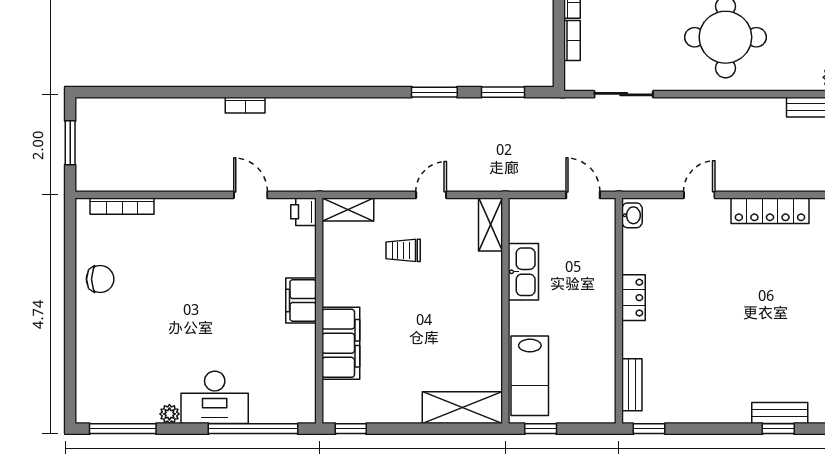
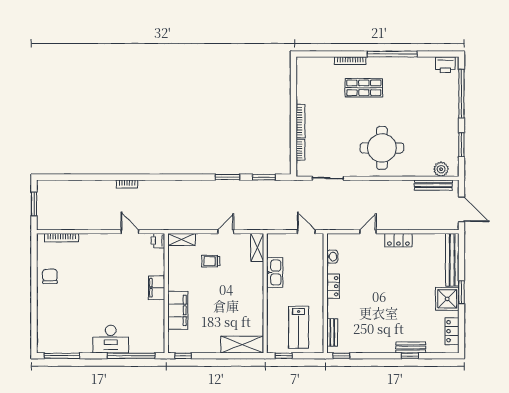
locker: (770, 211) -> (398, 240), width x0.66
washbasin: (632, 215) -> (332, 257), moved
chair: (100, 279) -> (50, 276), turned -90
lab bench: (530, 376) -> (299, 327), moved
plant: (169, 414) -> (87, 348), removed

